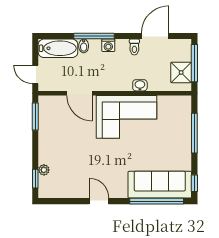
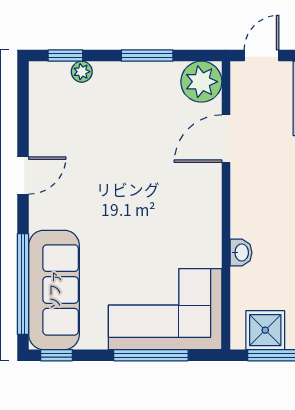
plant: (49, 106) -> (201, 82), added
window: (35, 116) -> (147, 56), moved
corner sofa: (127, 117) -> (165, 309), moved, turned 90

